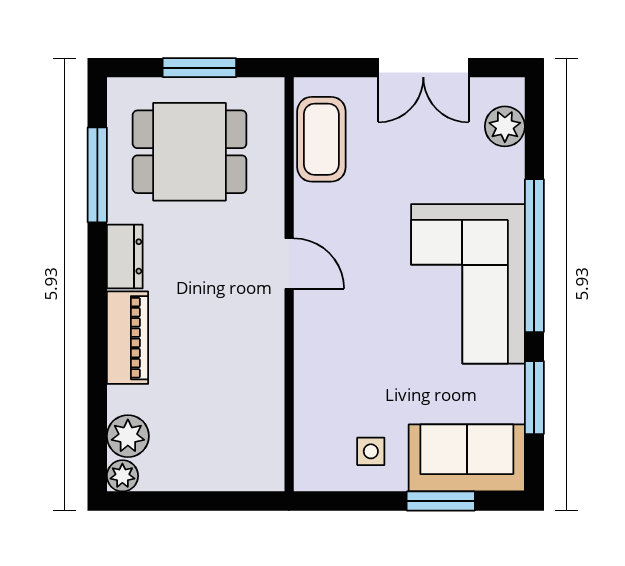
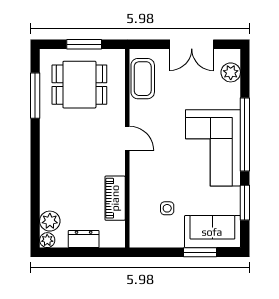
dresser: (125, 256) -> (84, 239), moved, turned -90
piano: (127, 338) -> (115, 198), moved, turned 180
side table: (371, 451) -> (167, 208), moved

